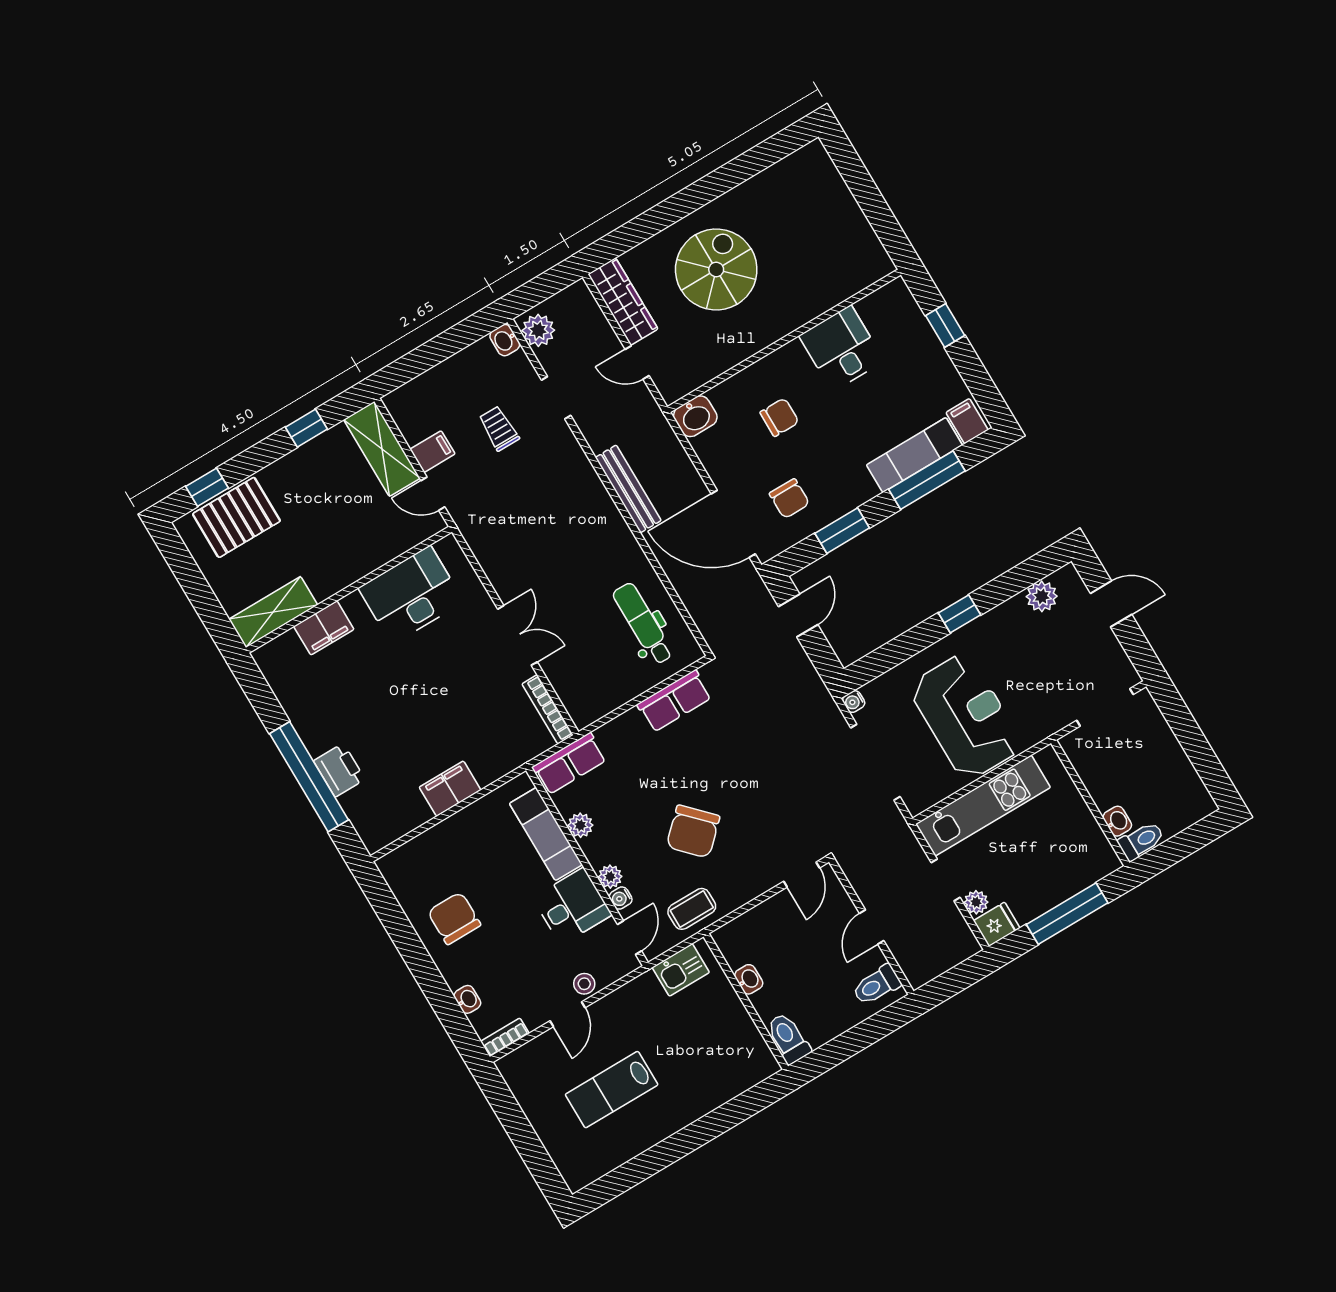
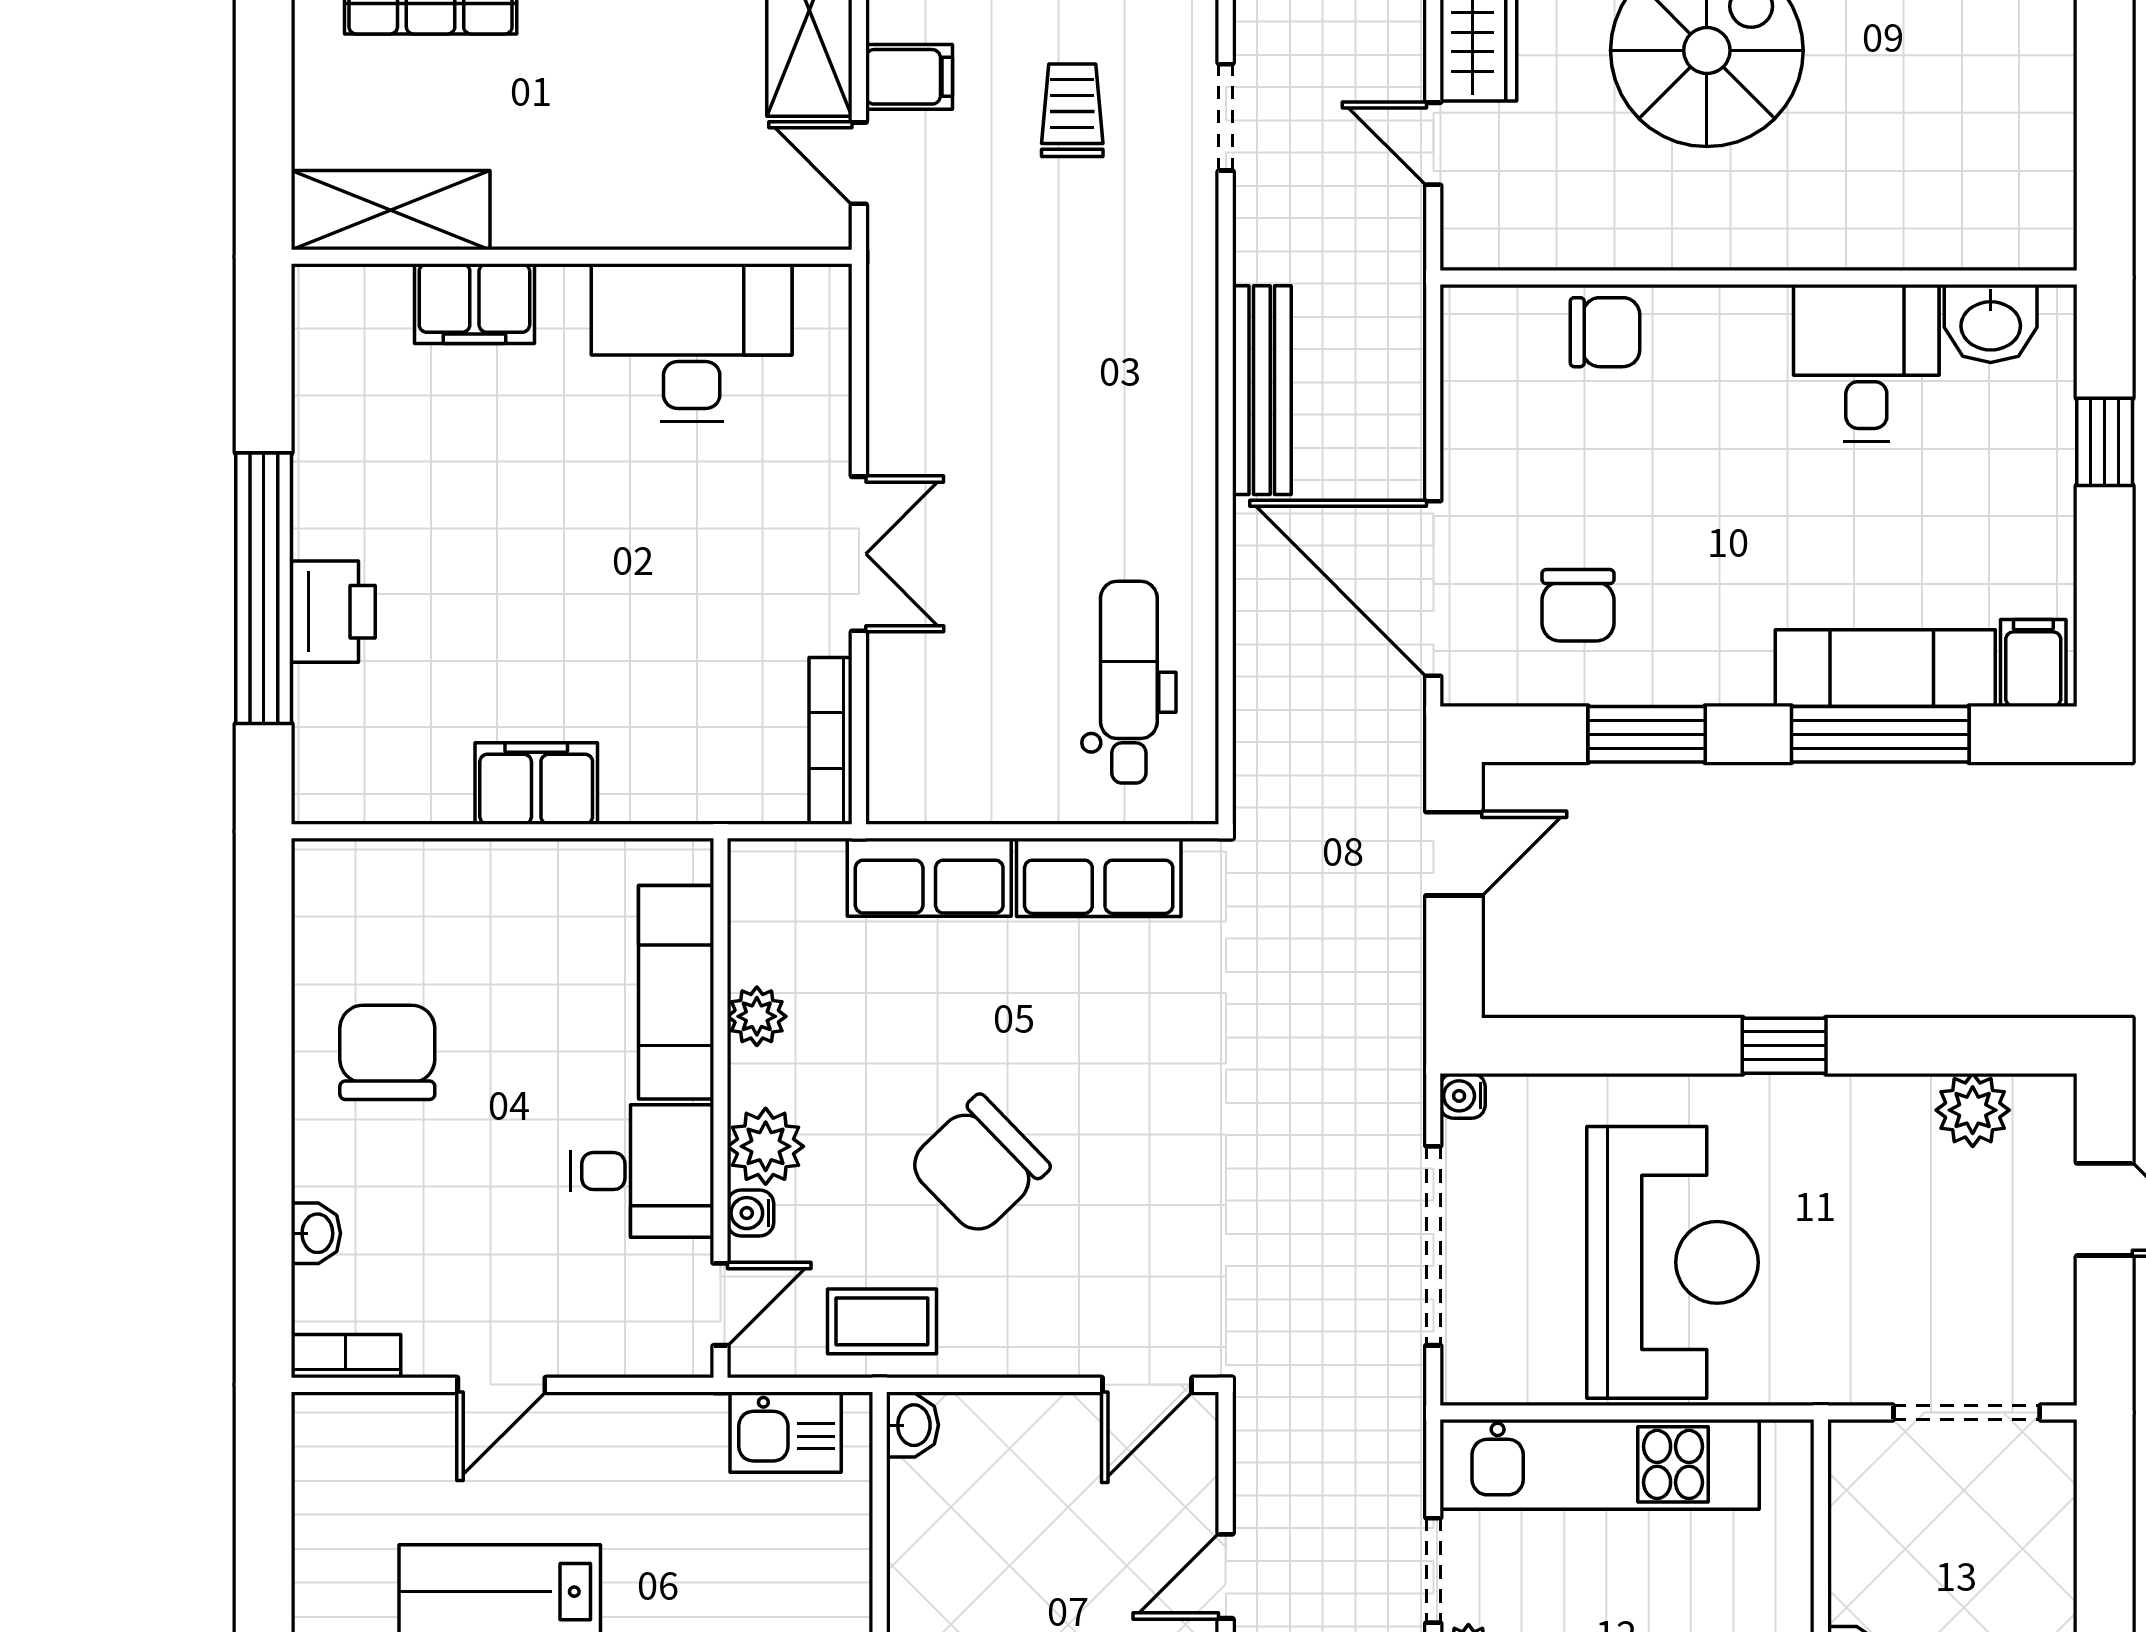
washbasin: (695, 416) -> (1991, 324), moved
chair: (779, 417) -> (1605, 332), moved
row of seats: (569, 764) -> (929, 877), moved
plant: (610, 877) -> (766, 1146), width x1.38, depth x1.38
washbasin: (749, 979) -> (912, 1425), moved
stool: (584, 984) -> (573, 1343), removed

